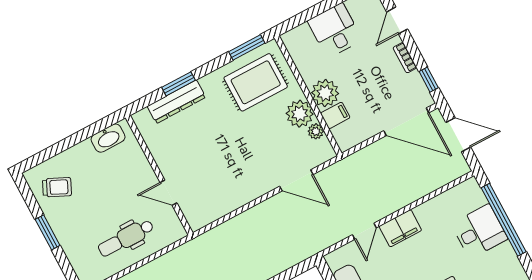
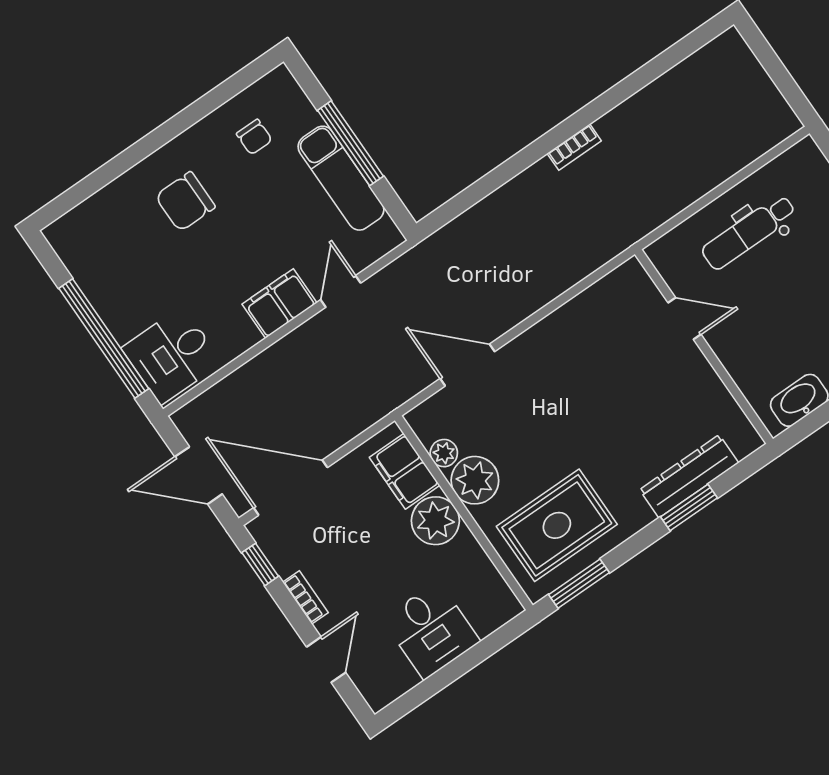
filing cabinet: (335, 115) -> (405, 471), width x2.00
desk: (479, 231) -> (172, 355), moved
dental chair: (126, 238) -> (749, 232), turned 180

